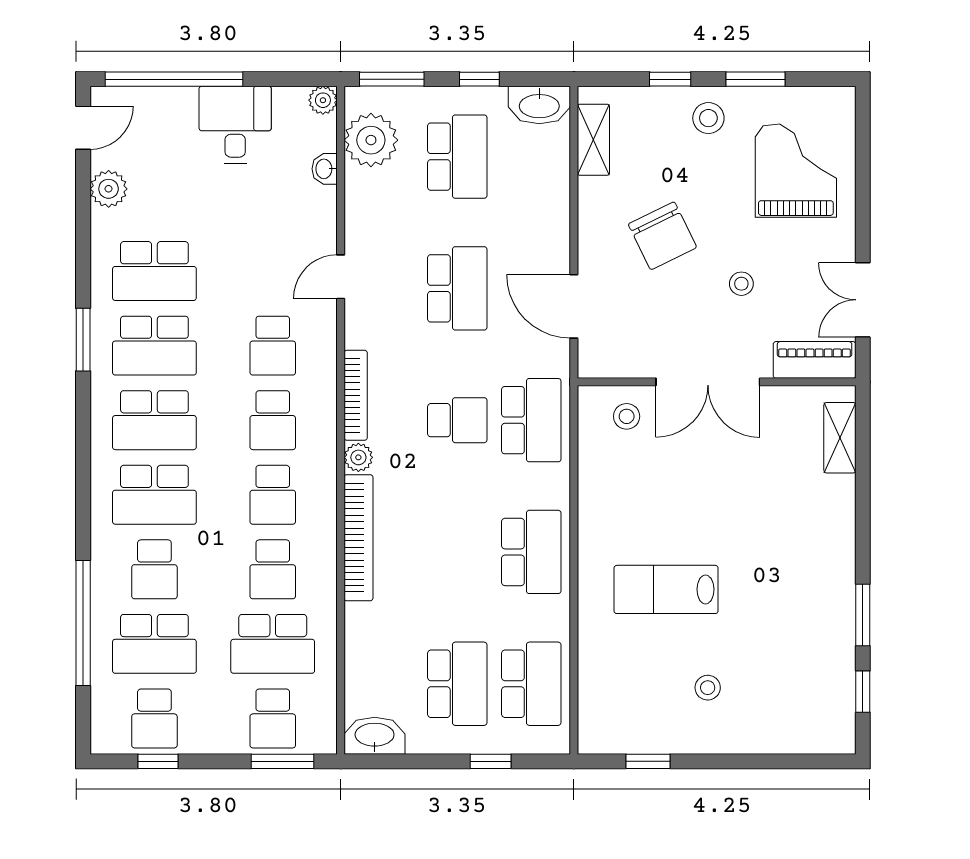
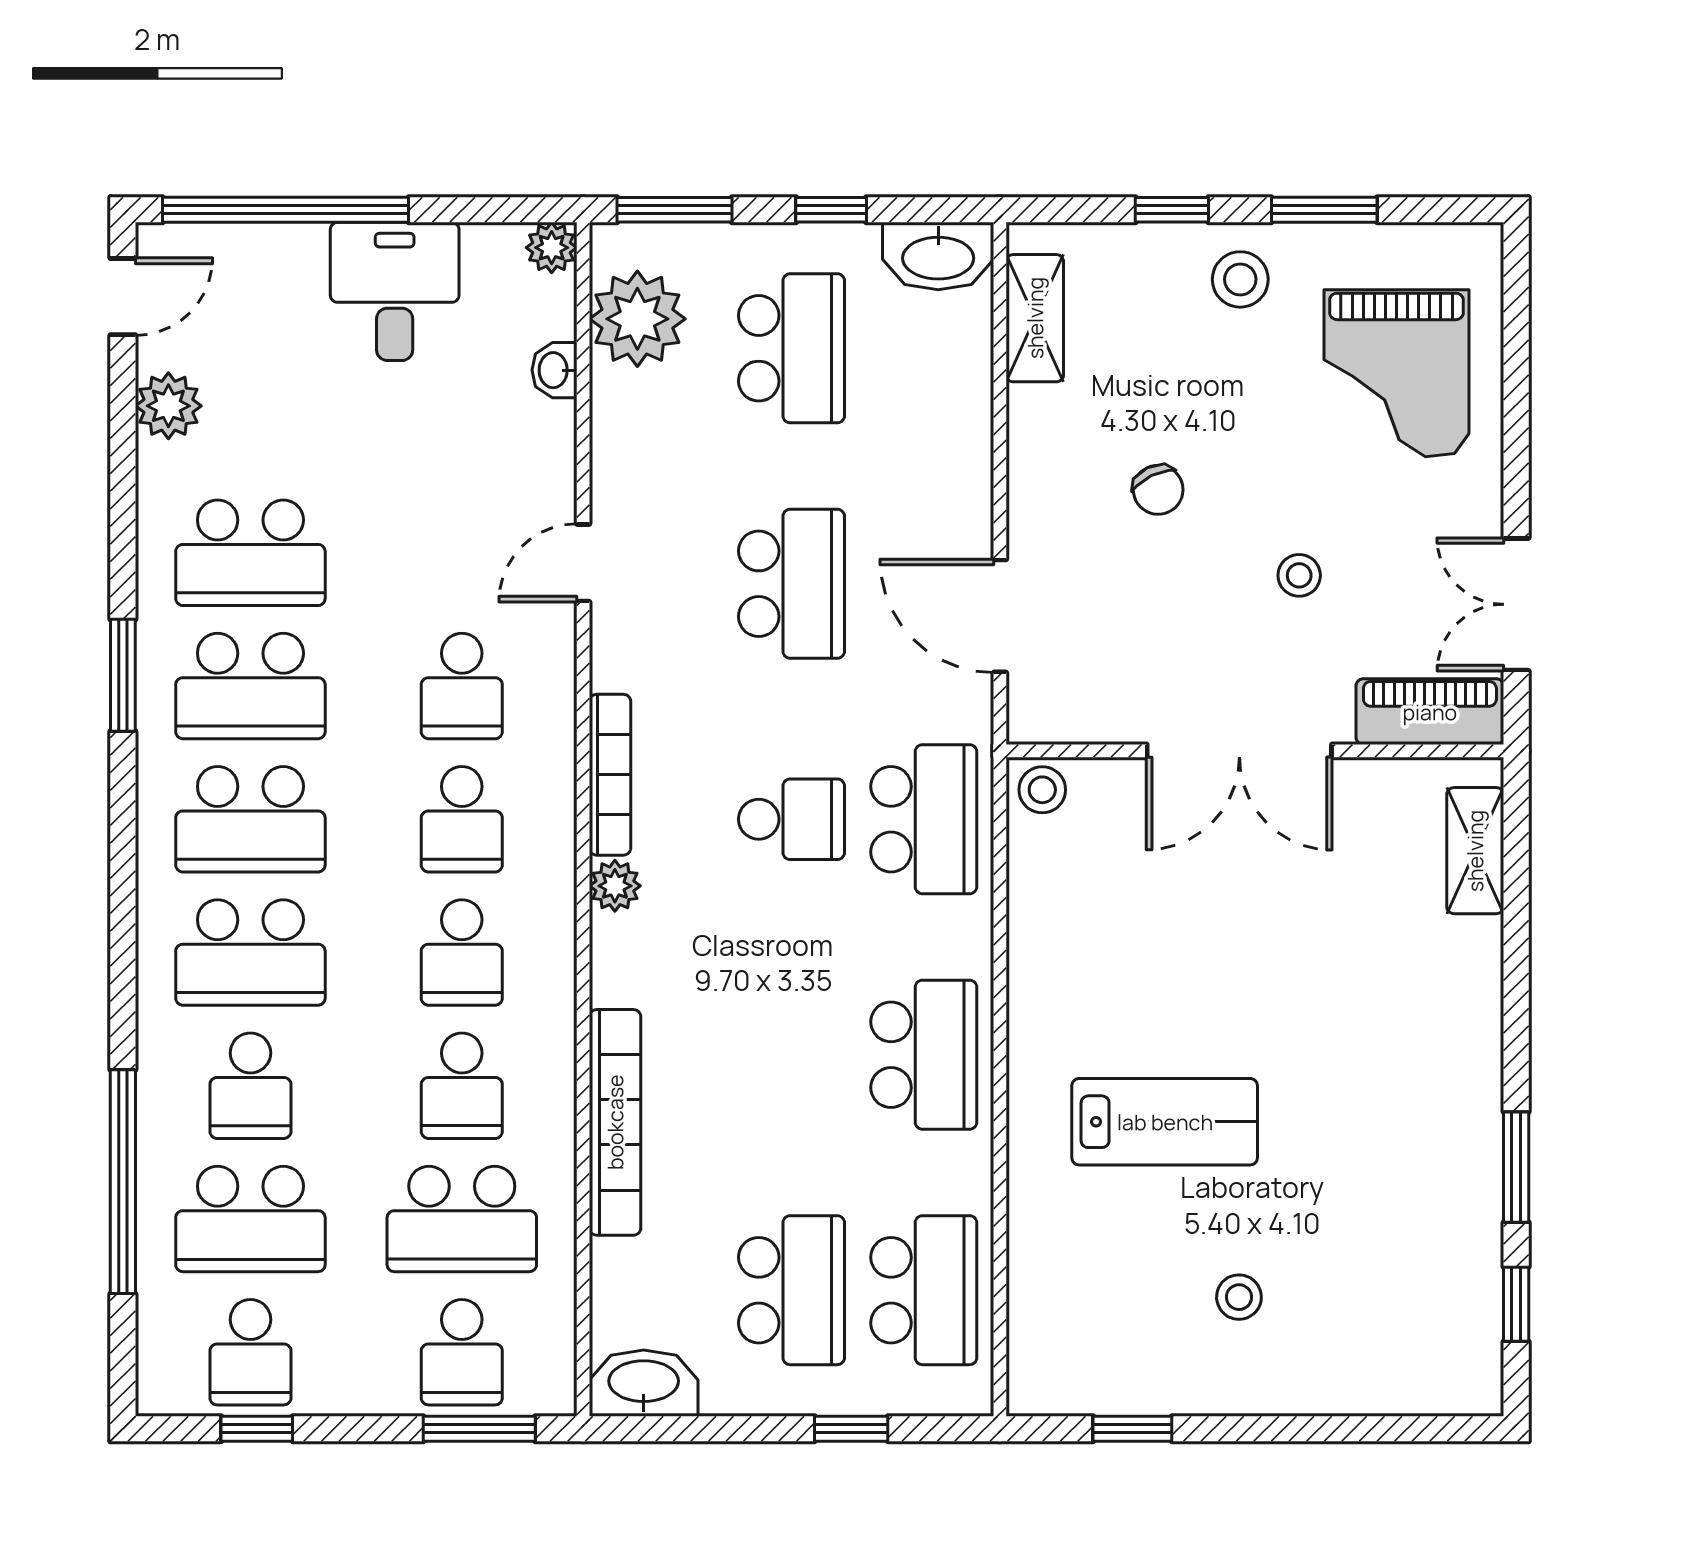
grand piano: (796, 171) -> (1396, 373), turned 180
chair: (662, 236) -> (1158, 490), width x0.54, depth x0.54
stool: (627, 416) -> (1042, 790), moved
bookcase: (358, 538) -> (615, 1122), moved
lab bench: (666, 589) -> (1165, 1122), turned 180

